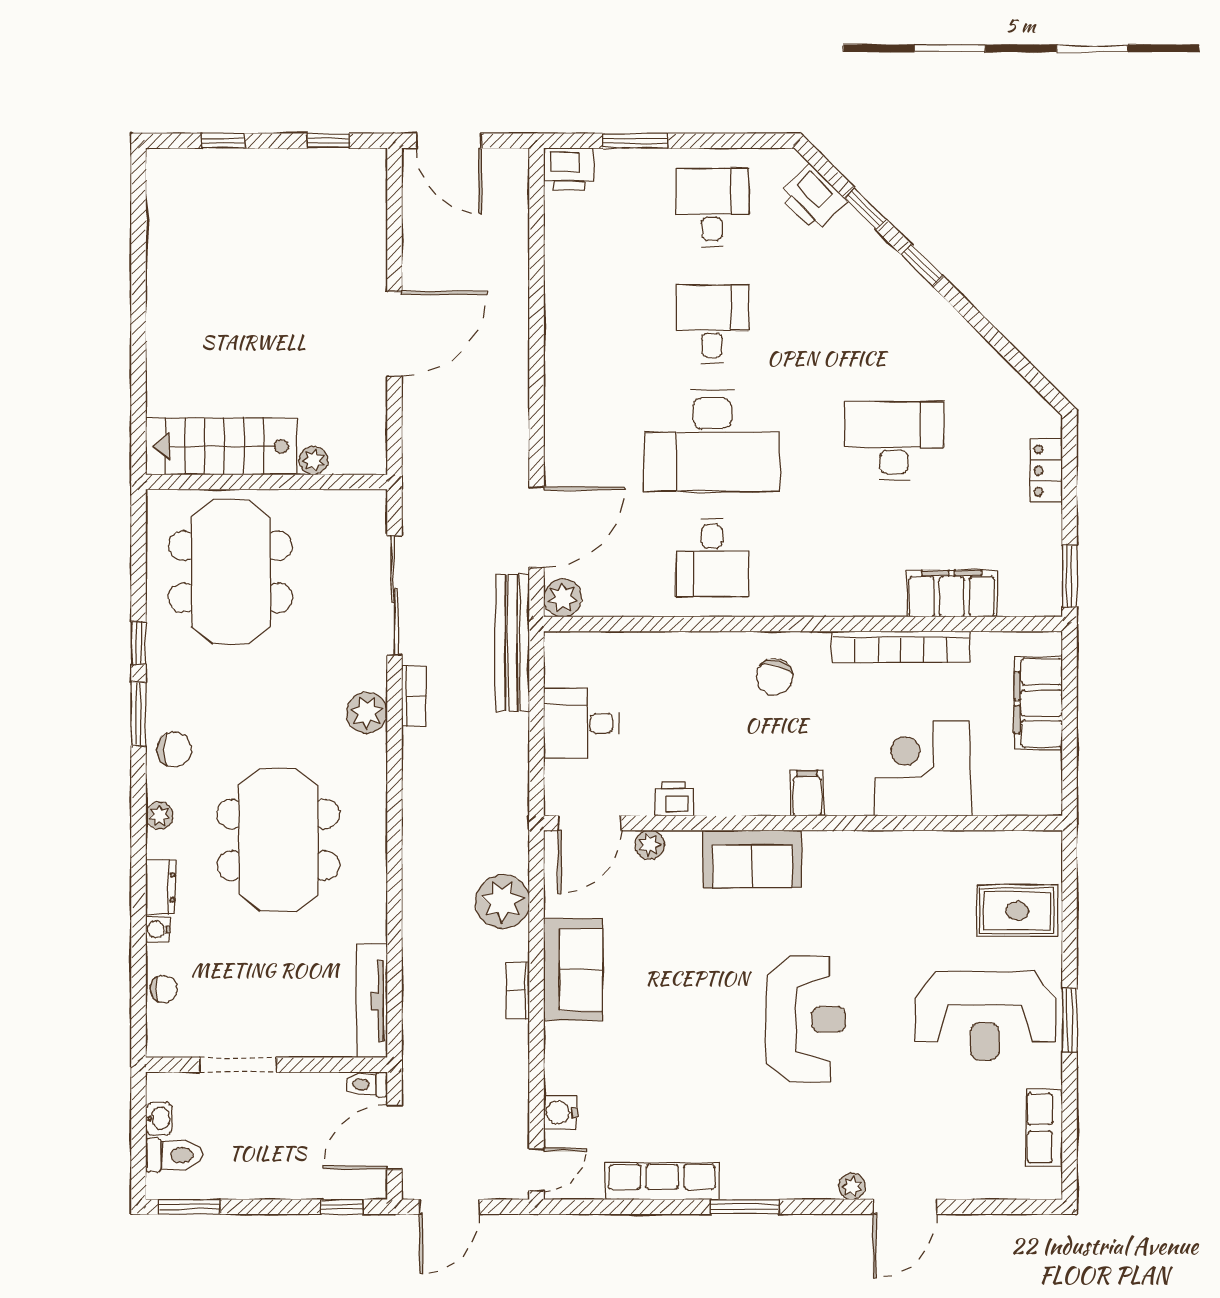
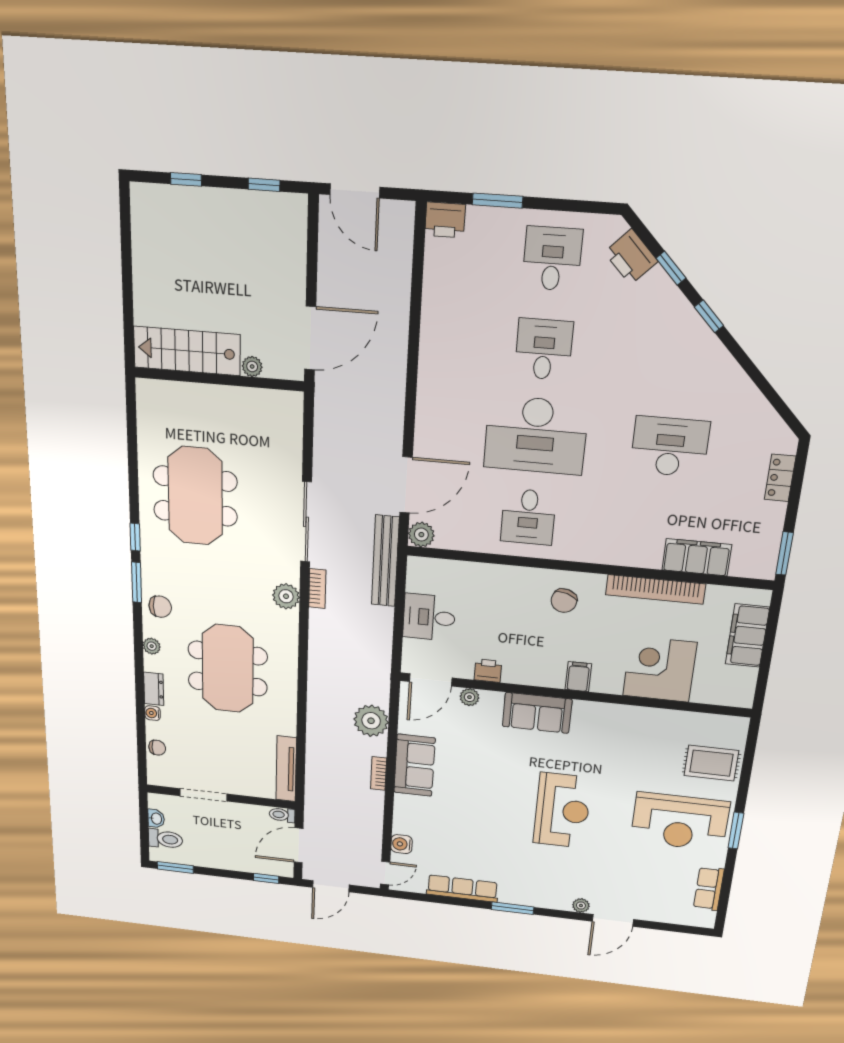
stairs: (221, 446) -> (187, 351), moved
plant: (314, 460) -> (252, 366), moved
wall: (266, 482) -> (219, 379), moved

